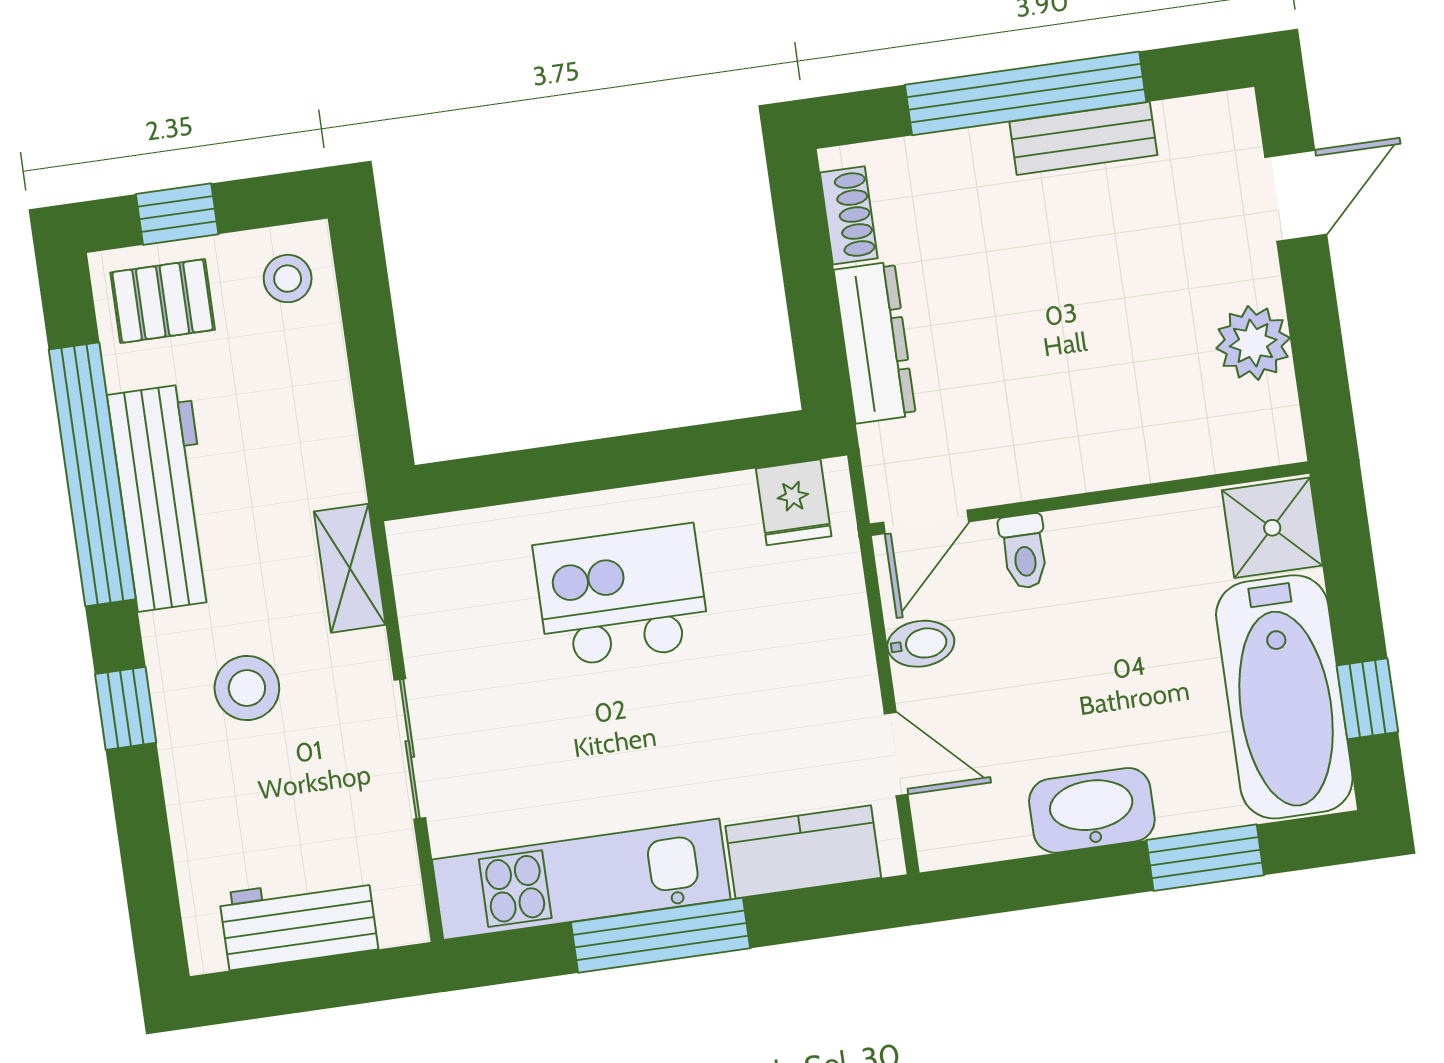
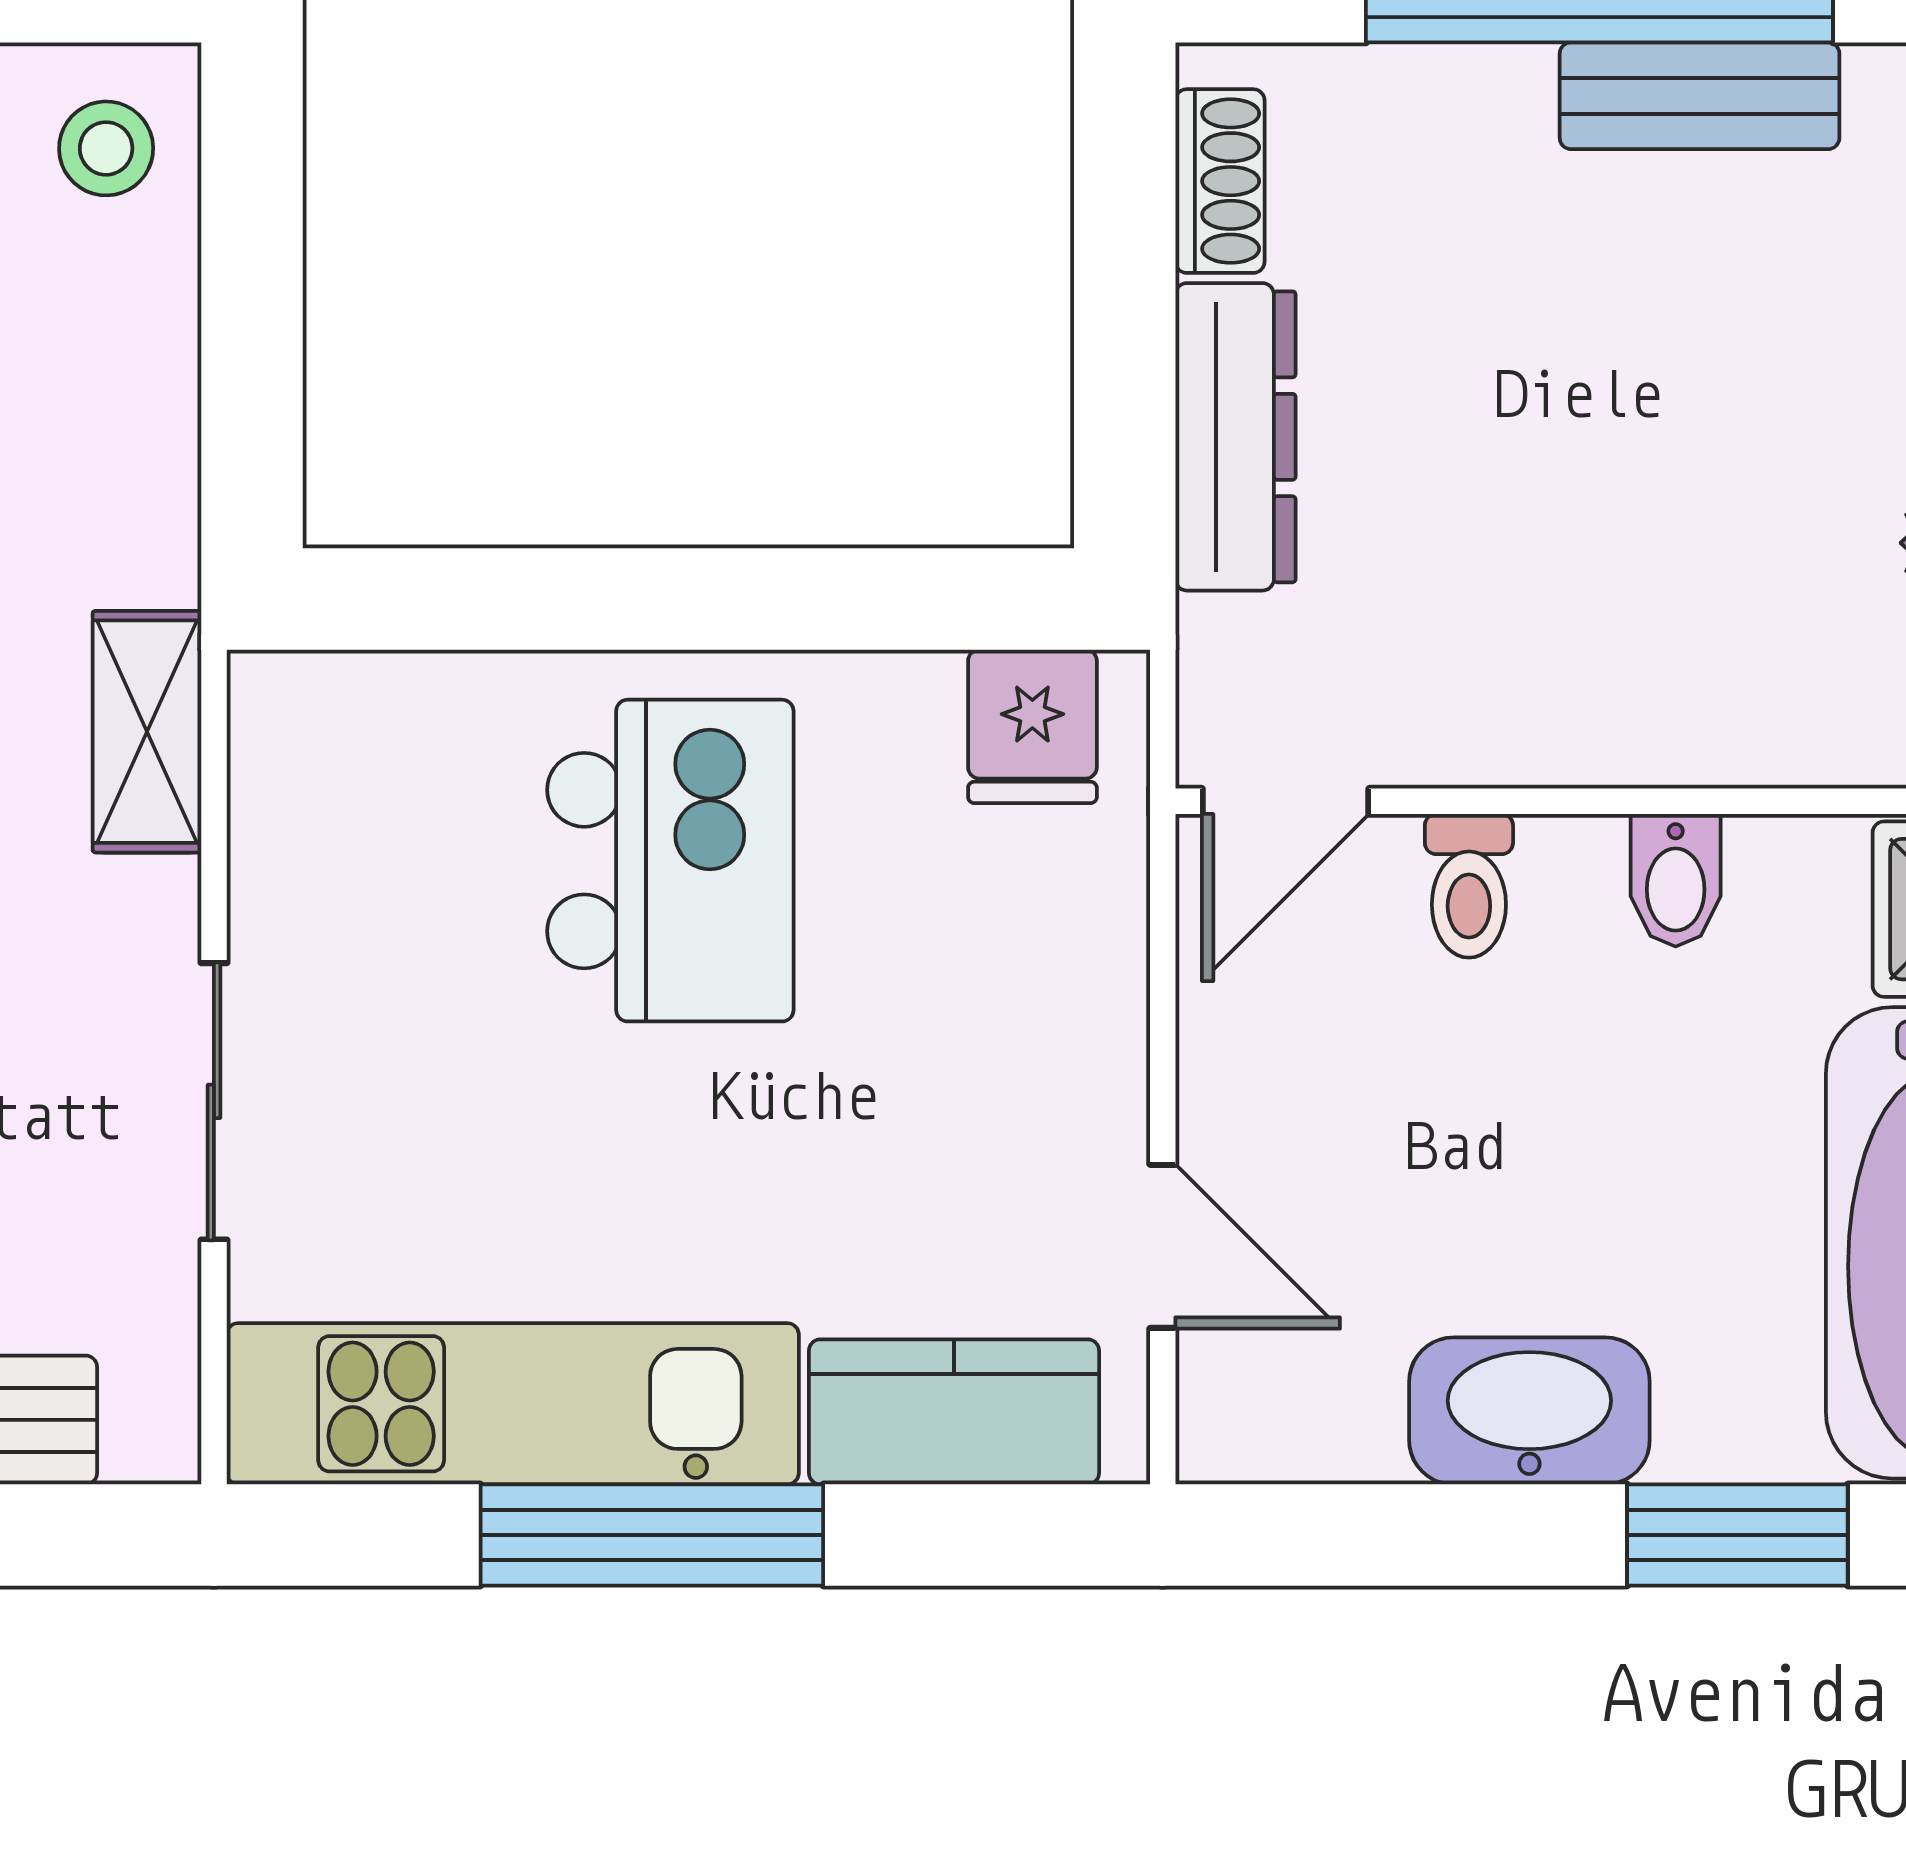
kitchen island: (622, 596) -> (670, 861), turned 90
bidet: (921, 644) -> (1676, 880), moved, turned 90

